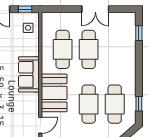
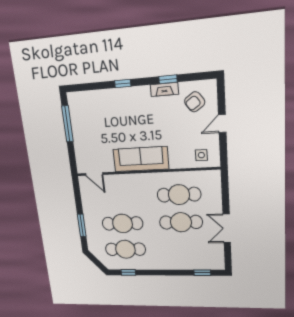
window: (25, 9) -> (223, 150), removed
sofa: (29, 74) -> (141, 159), width x1.36
booth: (54, 93) -> (130, 187), removed

